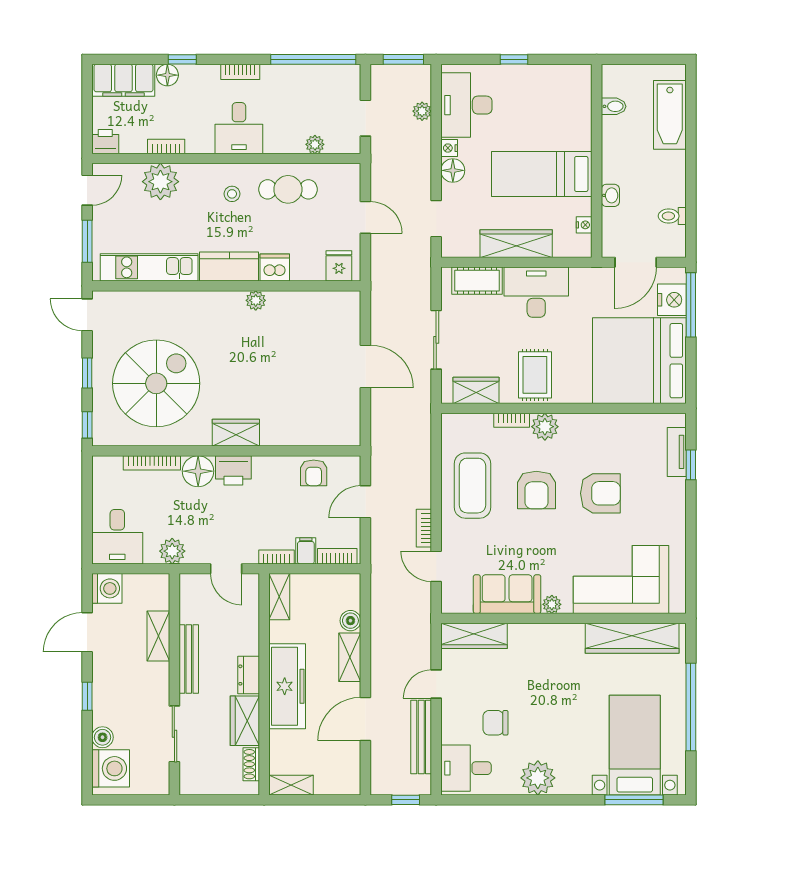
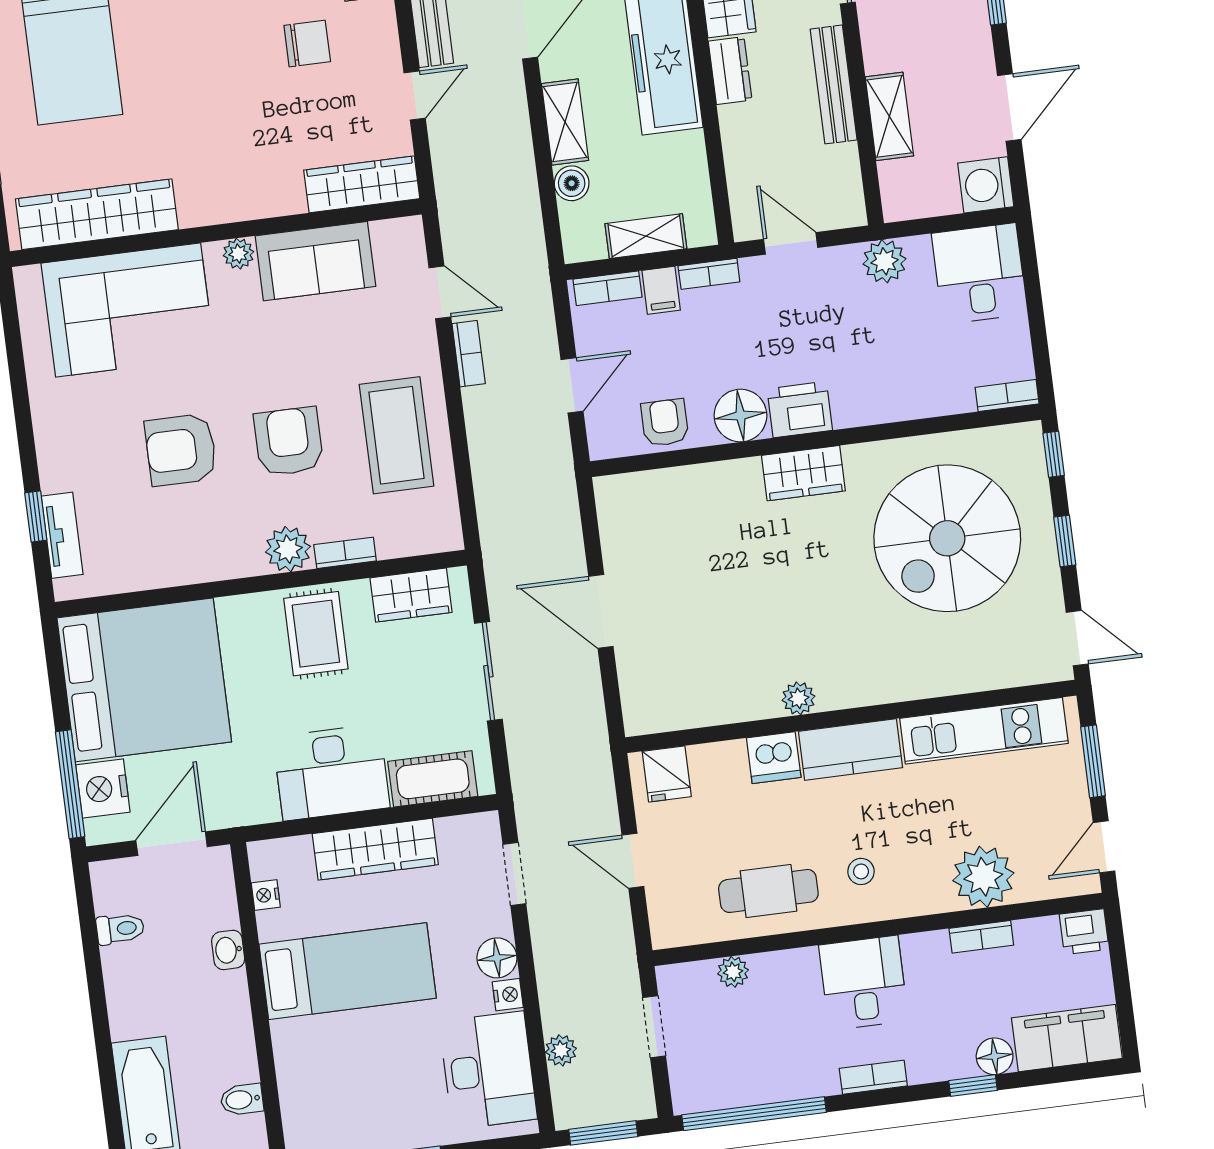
bookcase: (152, 463) -> (1007, 396), moved, width x0.64
floor lamp: (198, 471) -> (740, 416), moved
shelving: (279, 597) -> (646, 236), moved, turned 90

